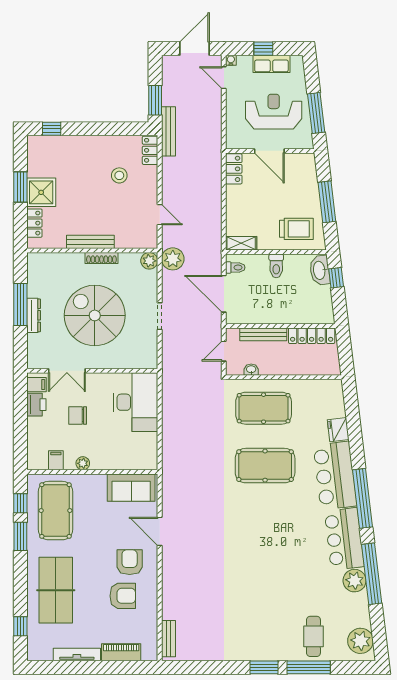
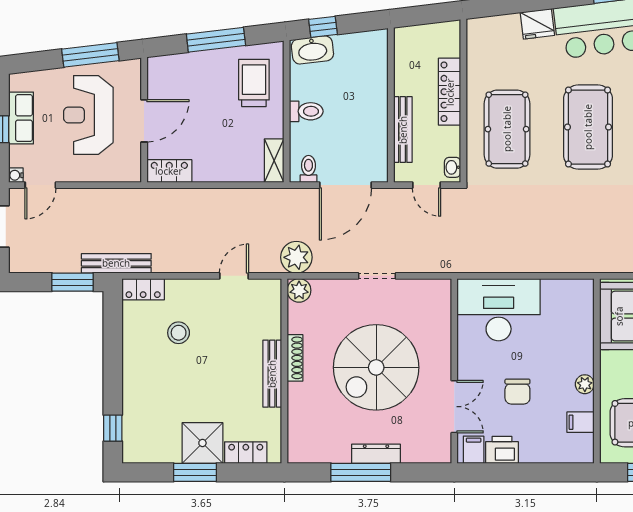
locker: (312, 336) -> (450, 92), moved, turned 180
washbasin: (251, 370) -> (453, 167), moved

